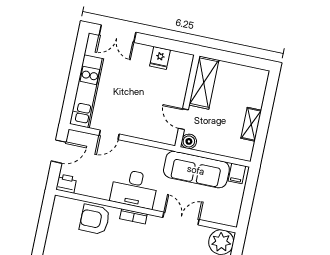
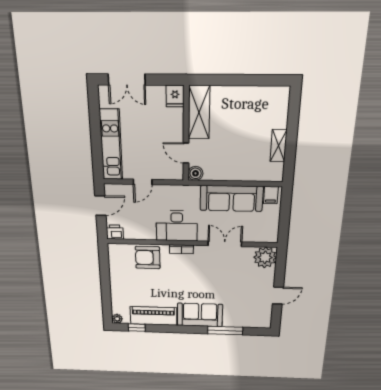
shelving: (204, 83) -> (199, 112), moved
wall: (187, 101) -> (186, 134), moved
door: (183, 119) -> (186, 153), moved
boiler: (189, 141) -> (196, 173), moved

